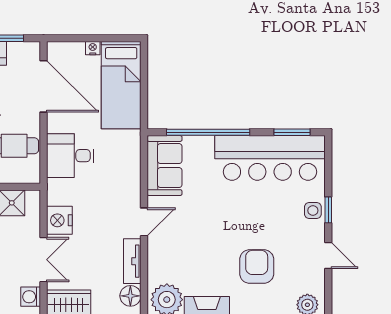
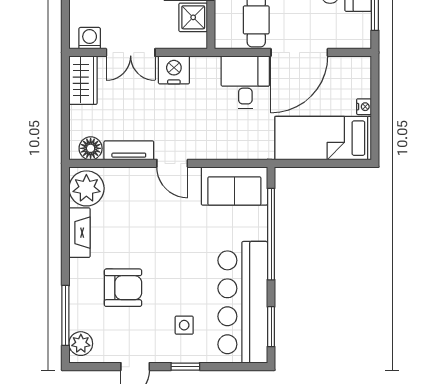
door: (44, 86) -> (299, 52), moved
side table: (313, 210) -> (184, 325), moved

